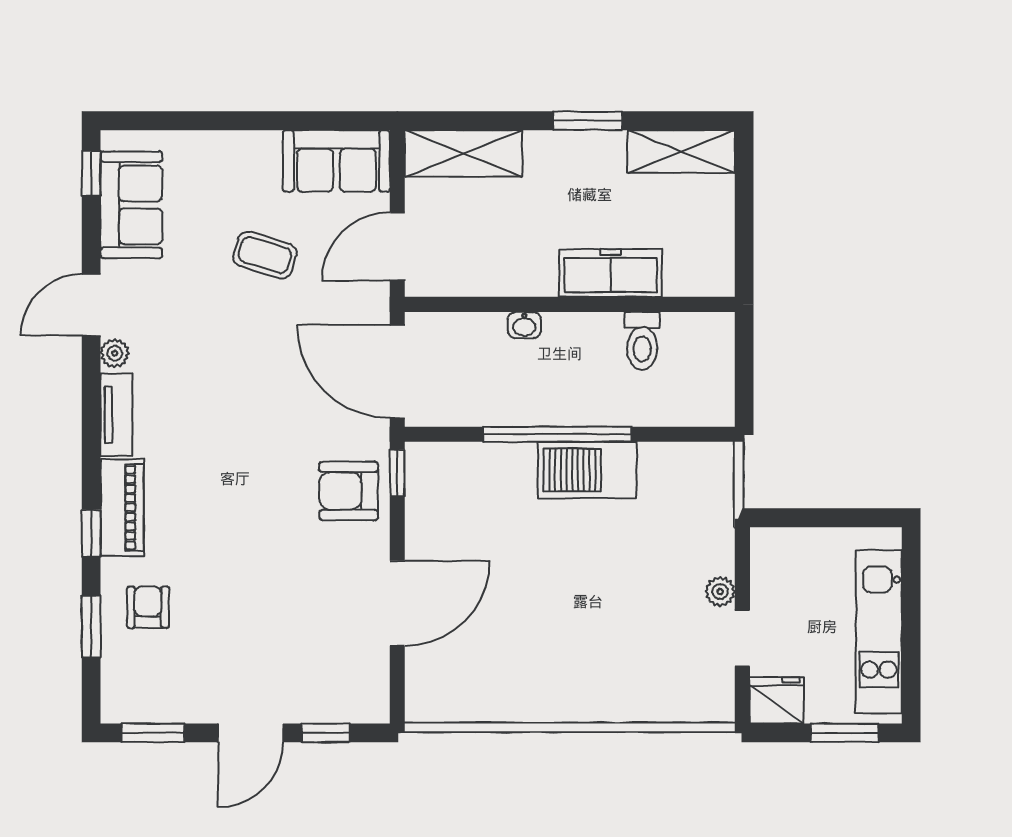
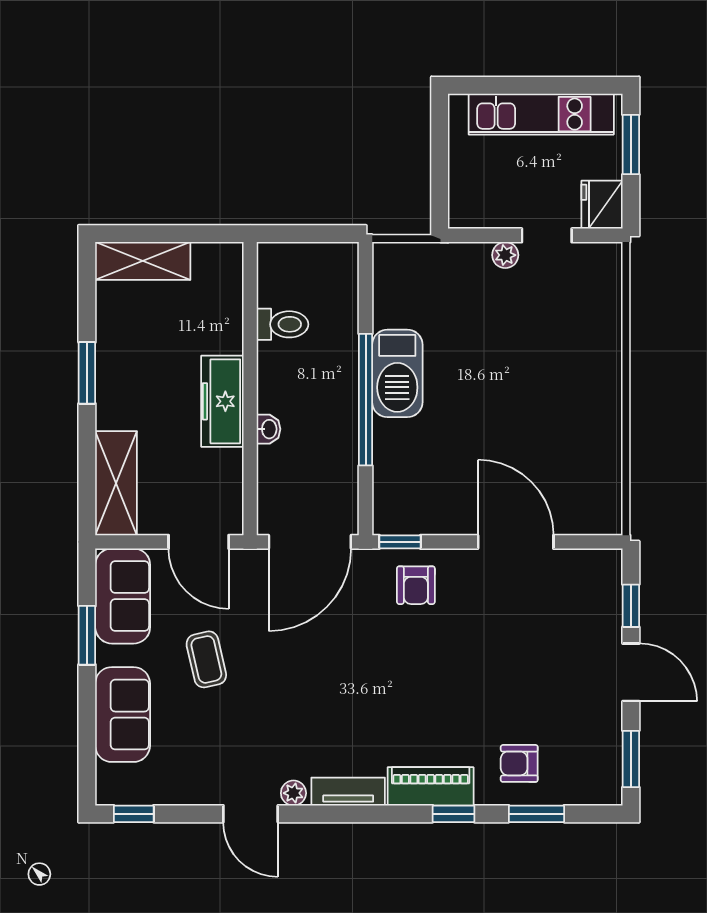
window: (292, 121) -> (87, 635), added
shelving: (681, 151) -> (143, 261), moved, turned 90
sofa: (131, 205) -> (123, 715), moved, turned 90
coffee table: (265, 255) -> (206, 659), turned -30
freezer: (611, 273) -> (222, 401), moved
armchair: (349, 491) -> (416, 585), width x0.72, depth x0.72

